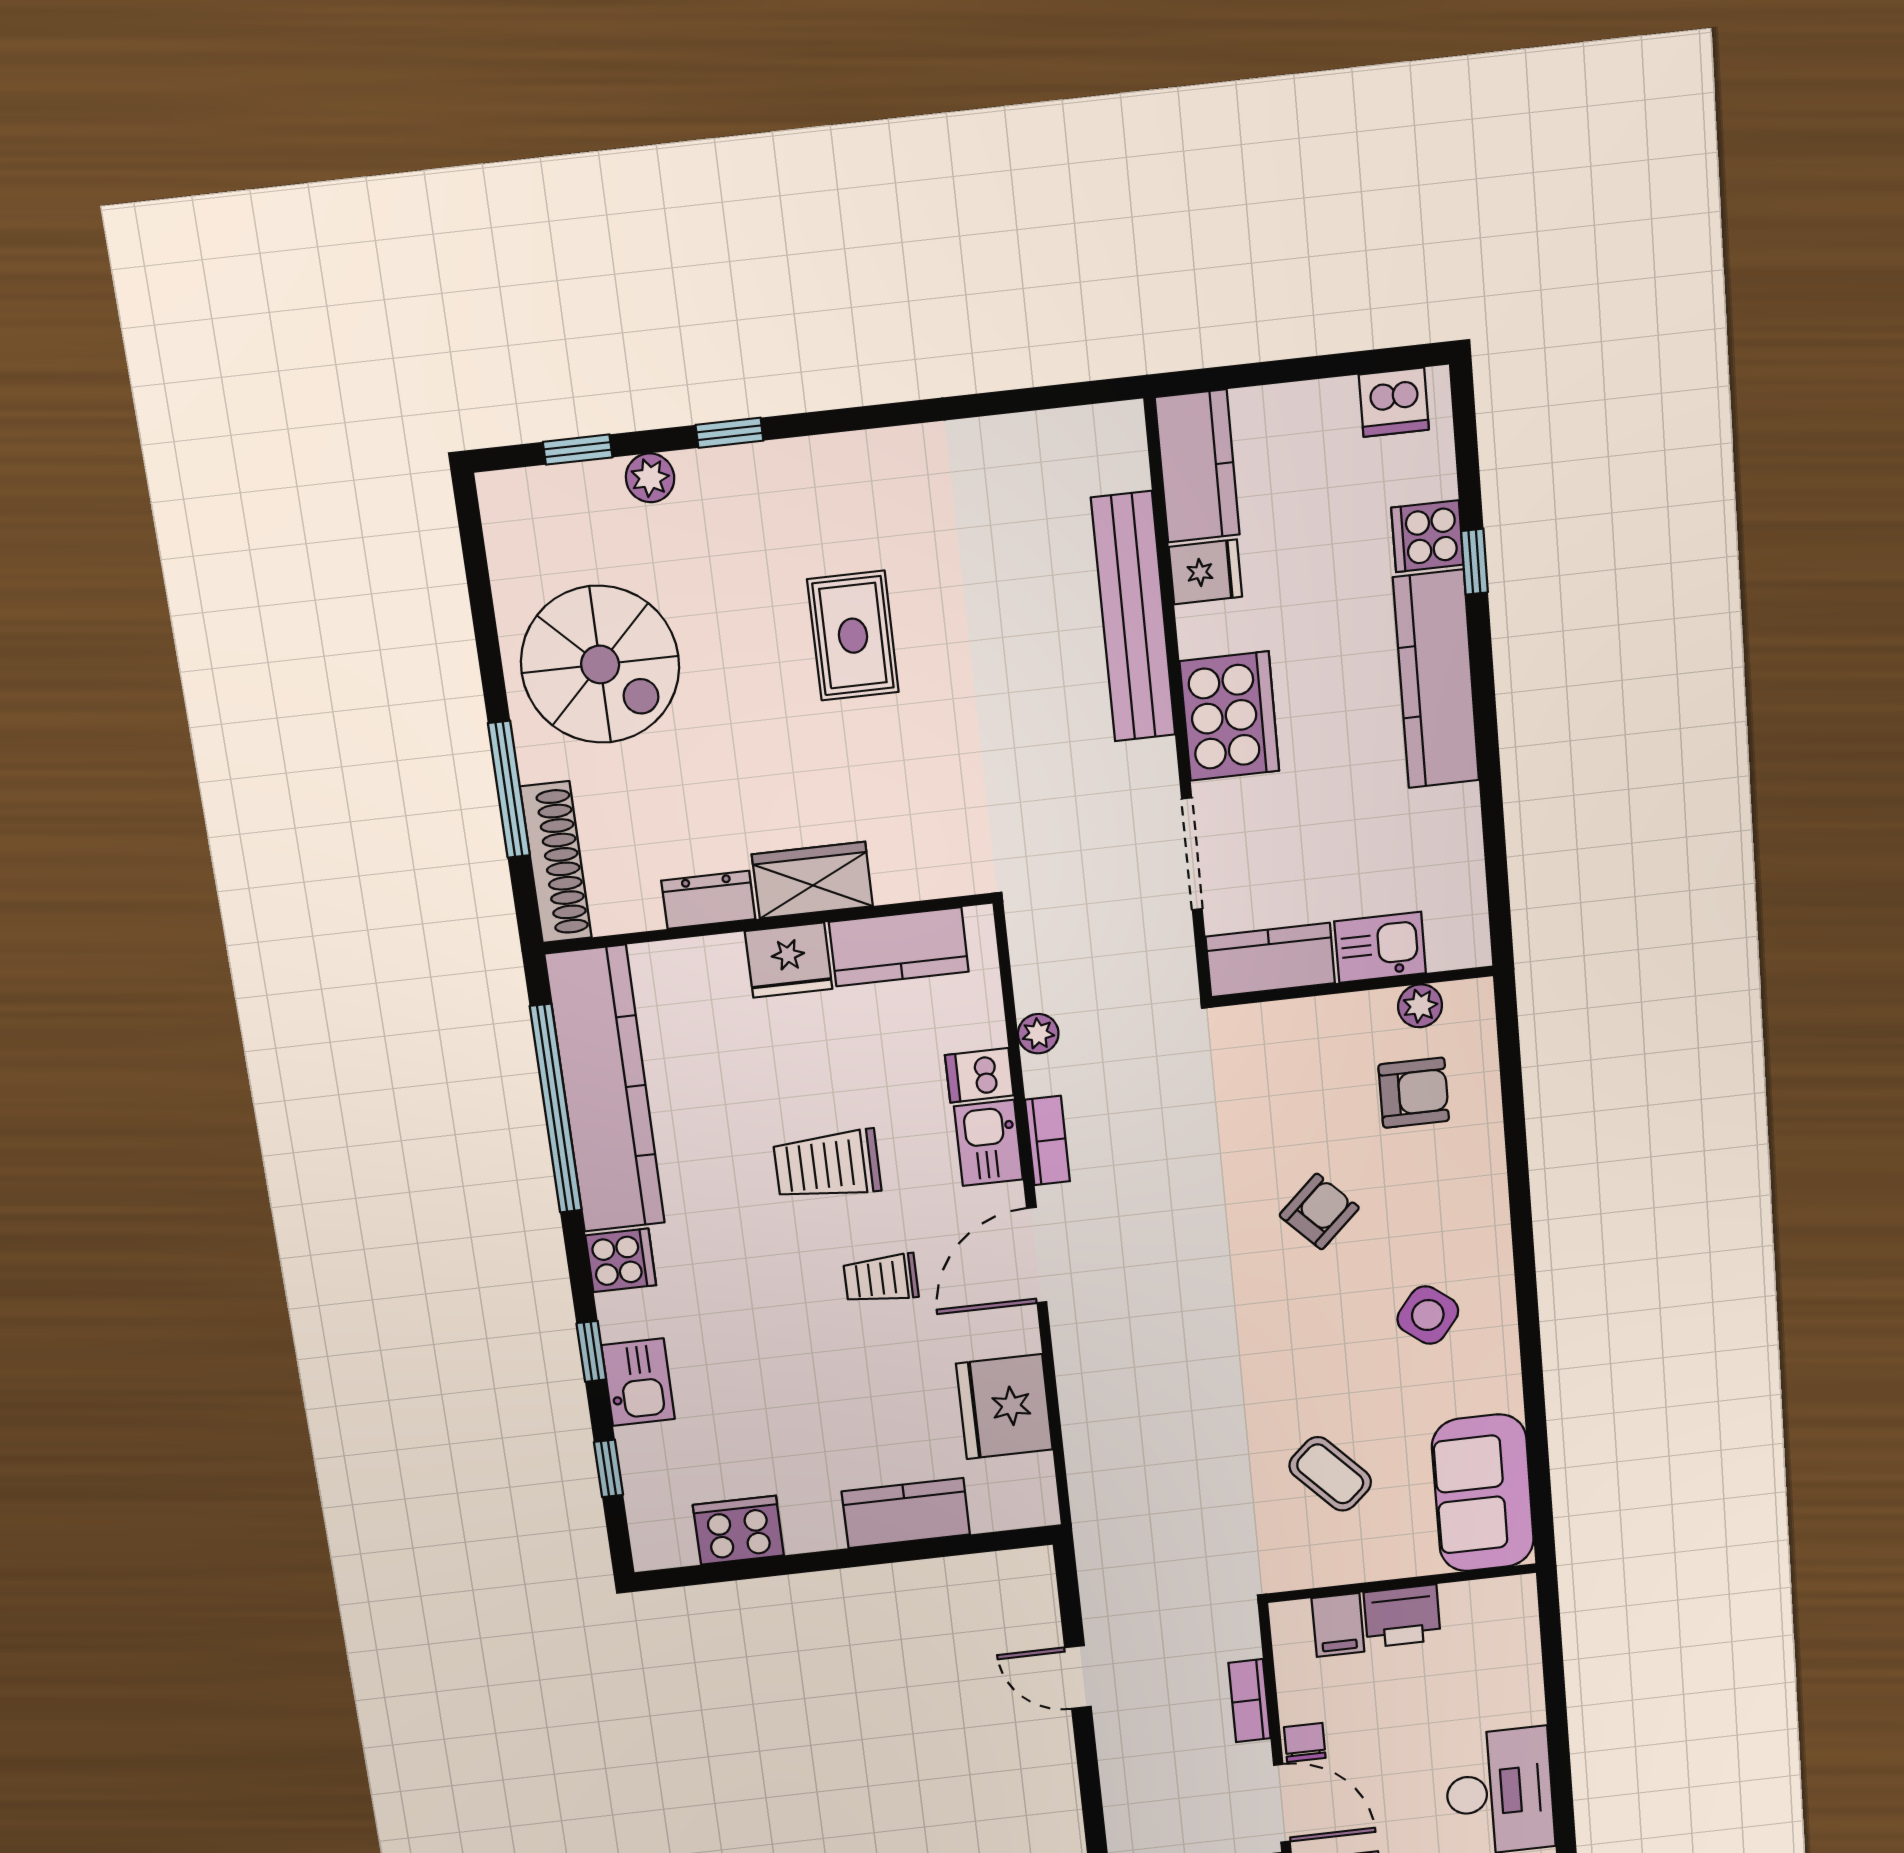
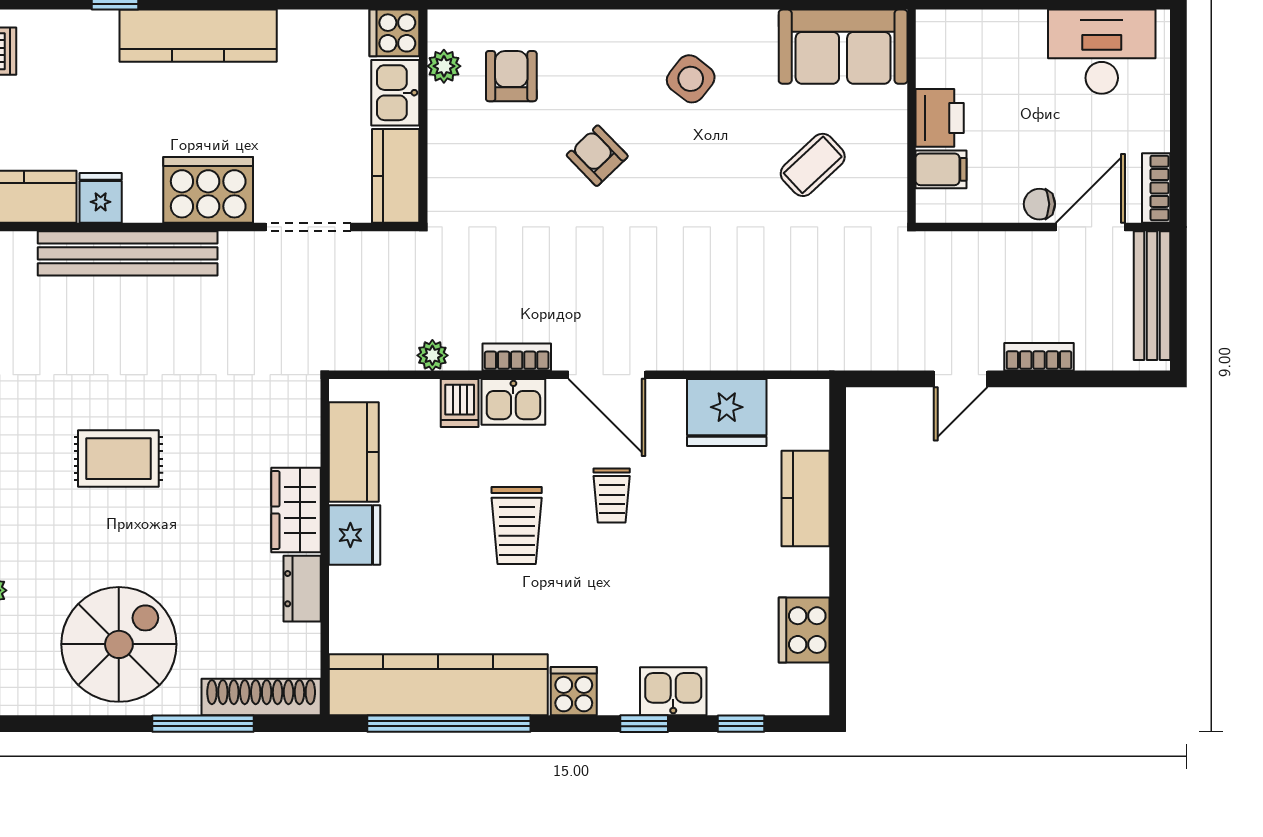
cooker: (1427, 536) -> (394, 33), moved, turned 90
bookcase: (1249, 1701) -> (1039, 357), moved, turned 180

